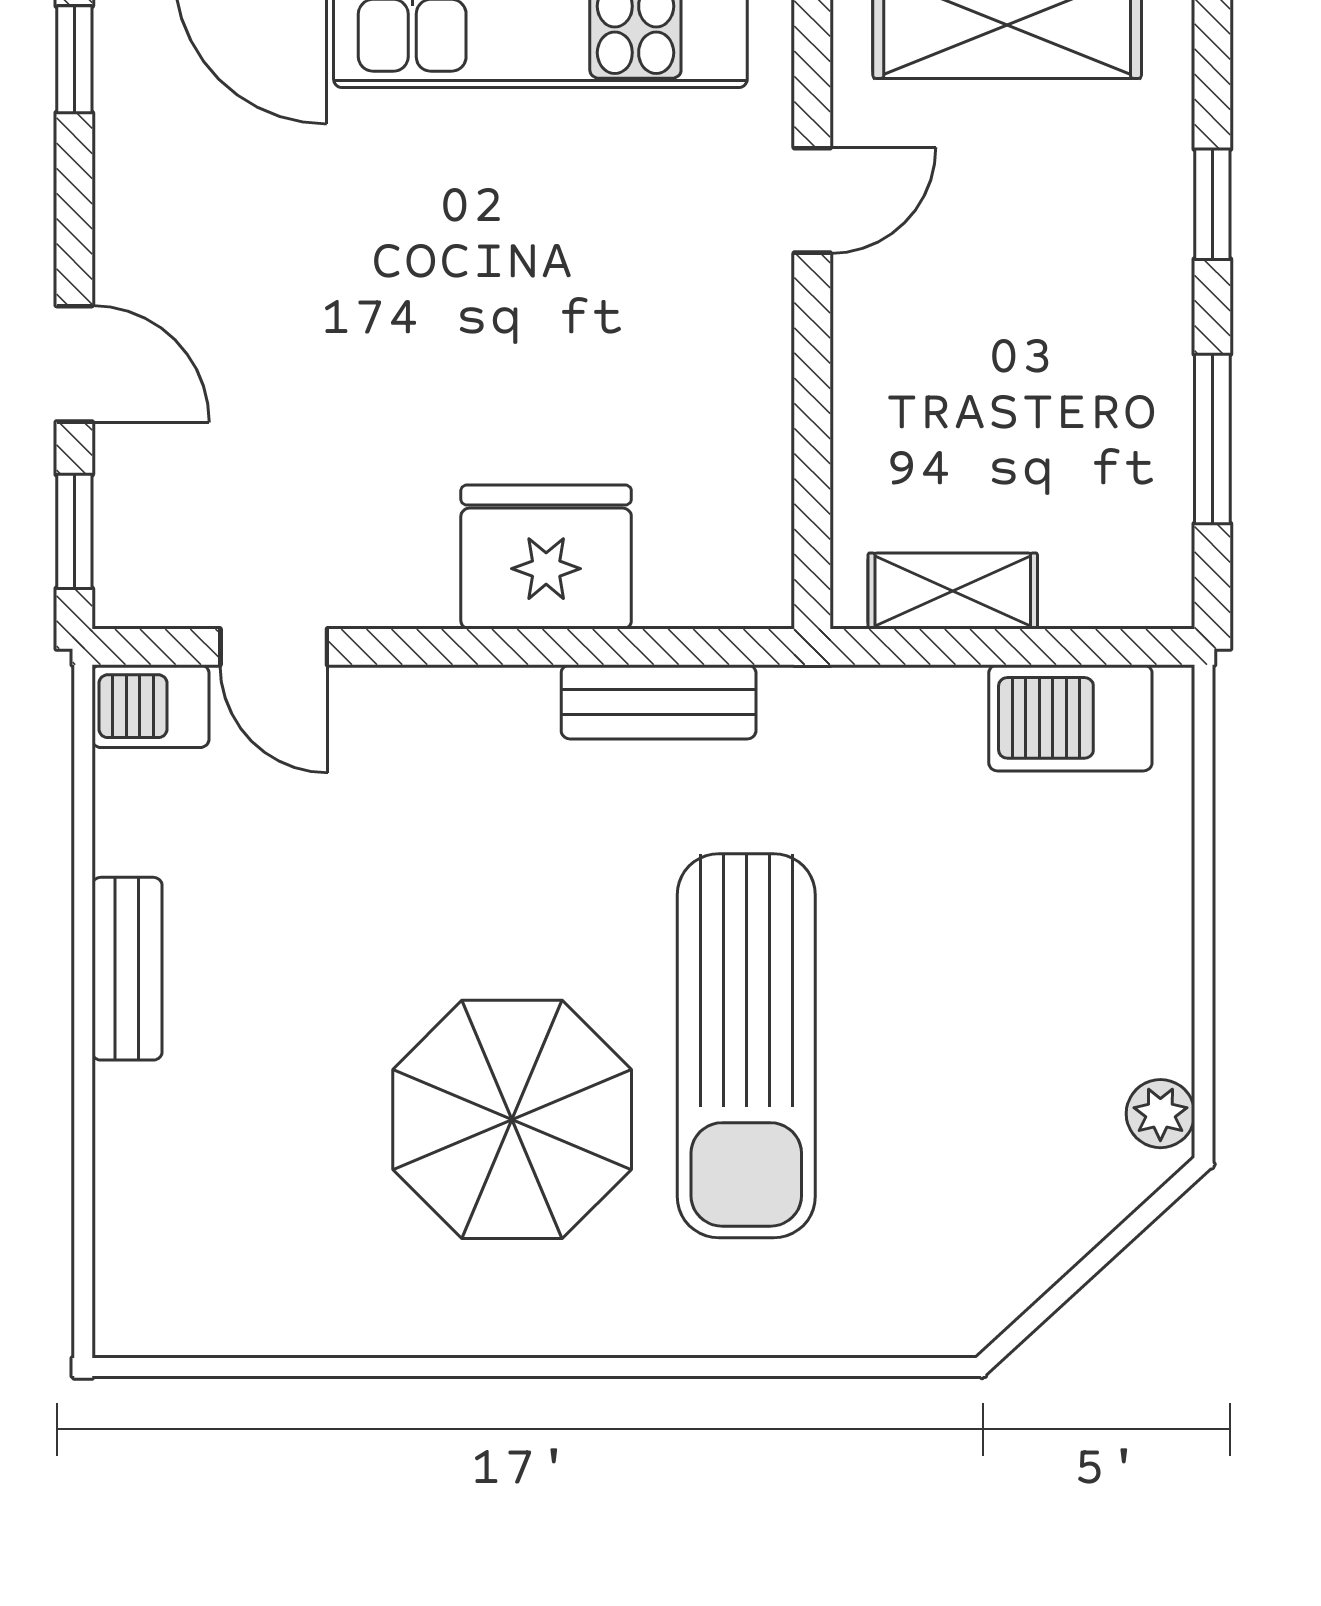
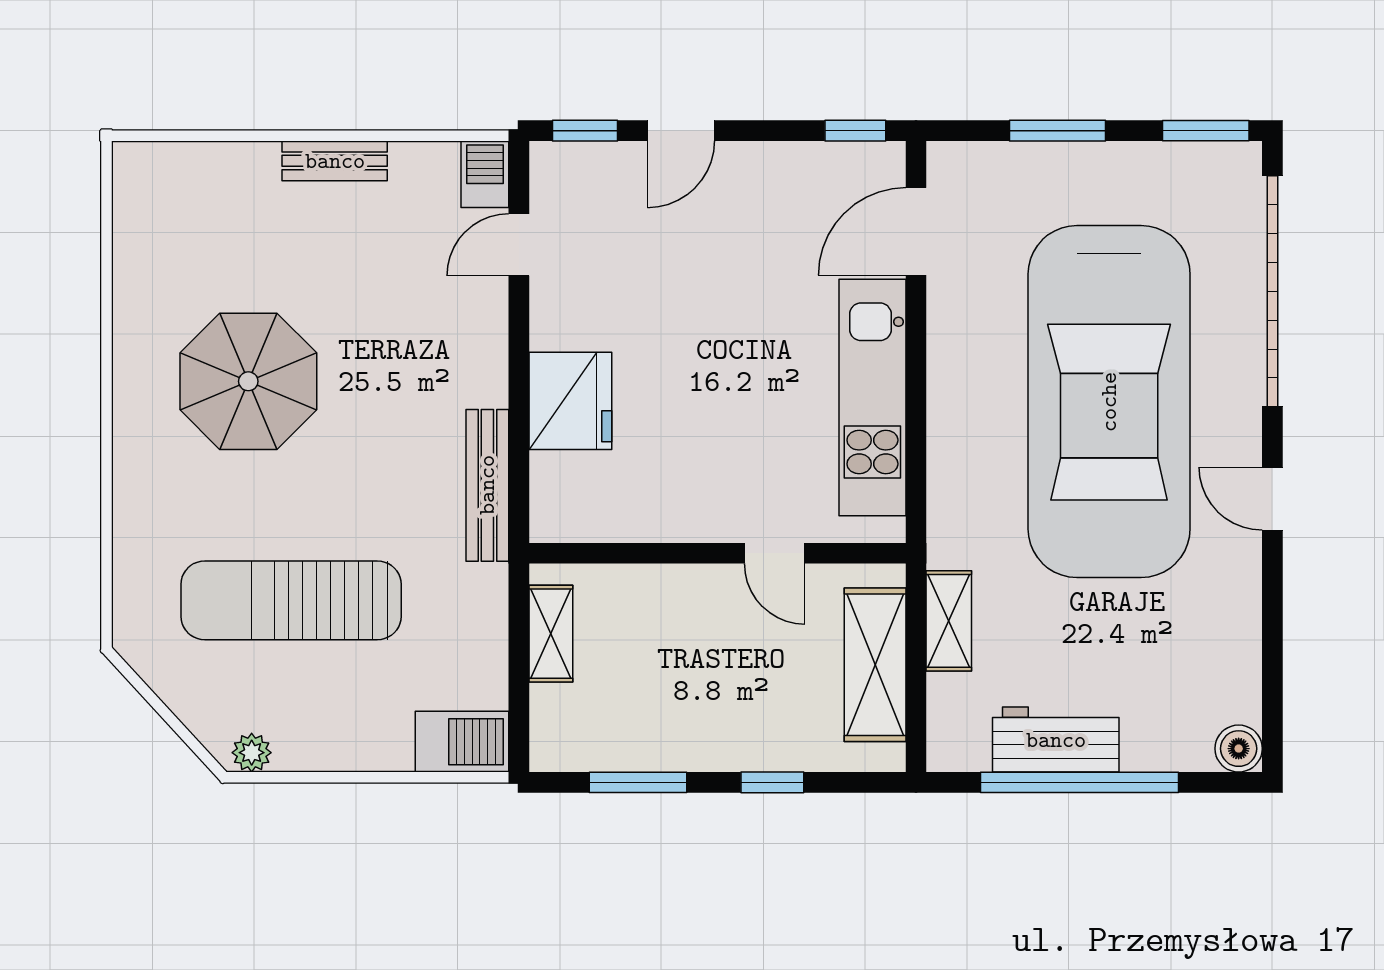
bench: (659, 702) -> (487, 485), width x1.36
barbecue: (1070, 718) -> (462, 742), moved, turned 90
sun lounger: (746, 1046) -> (291, 600), moved

